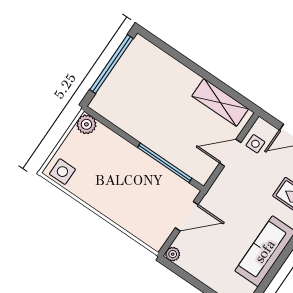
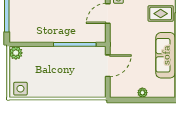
plant: (173, 254) -> (142, 93), moved

